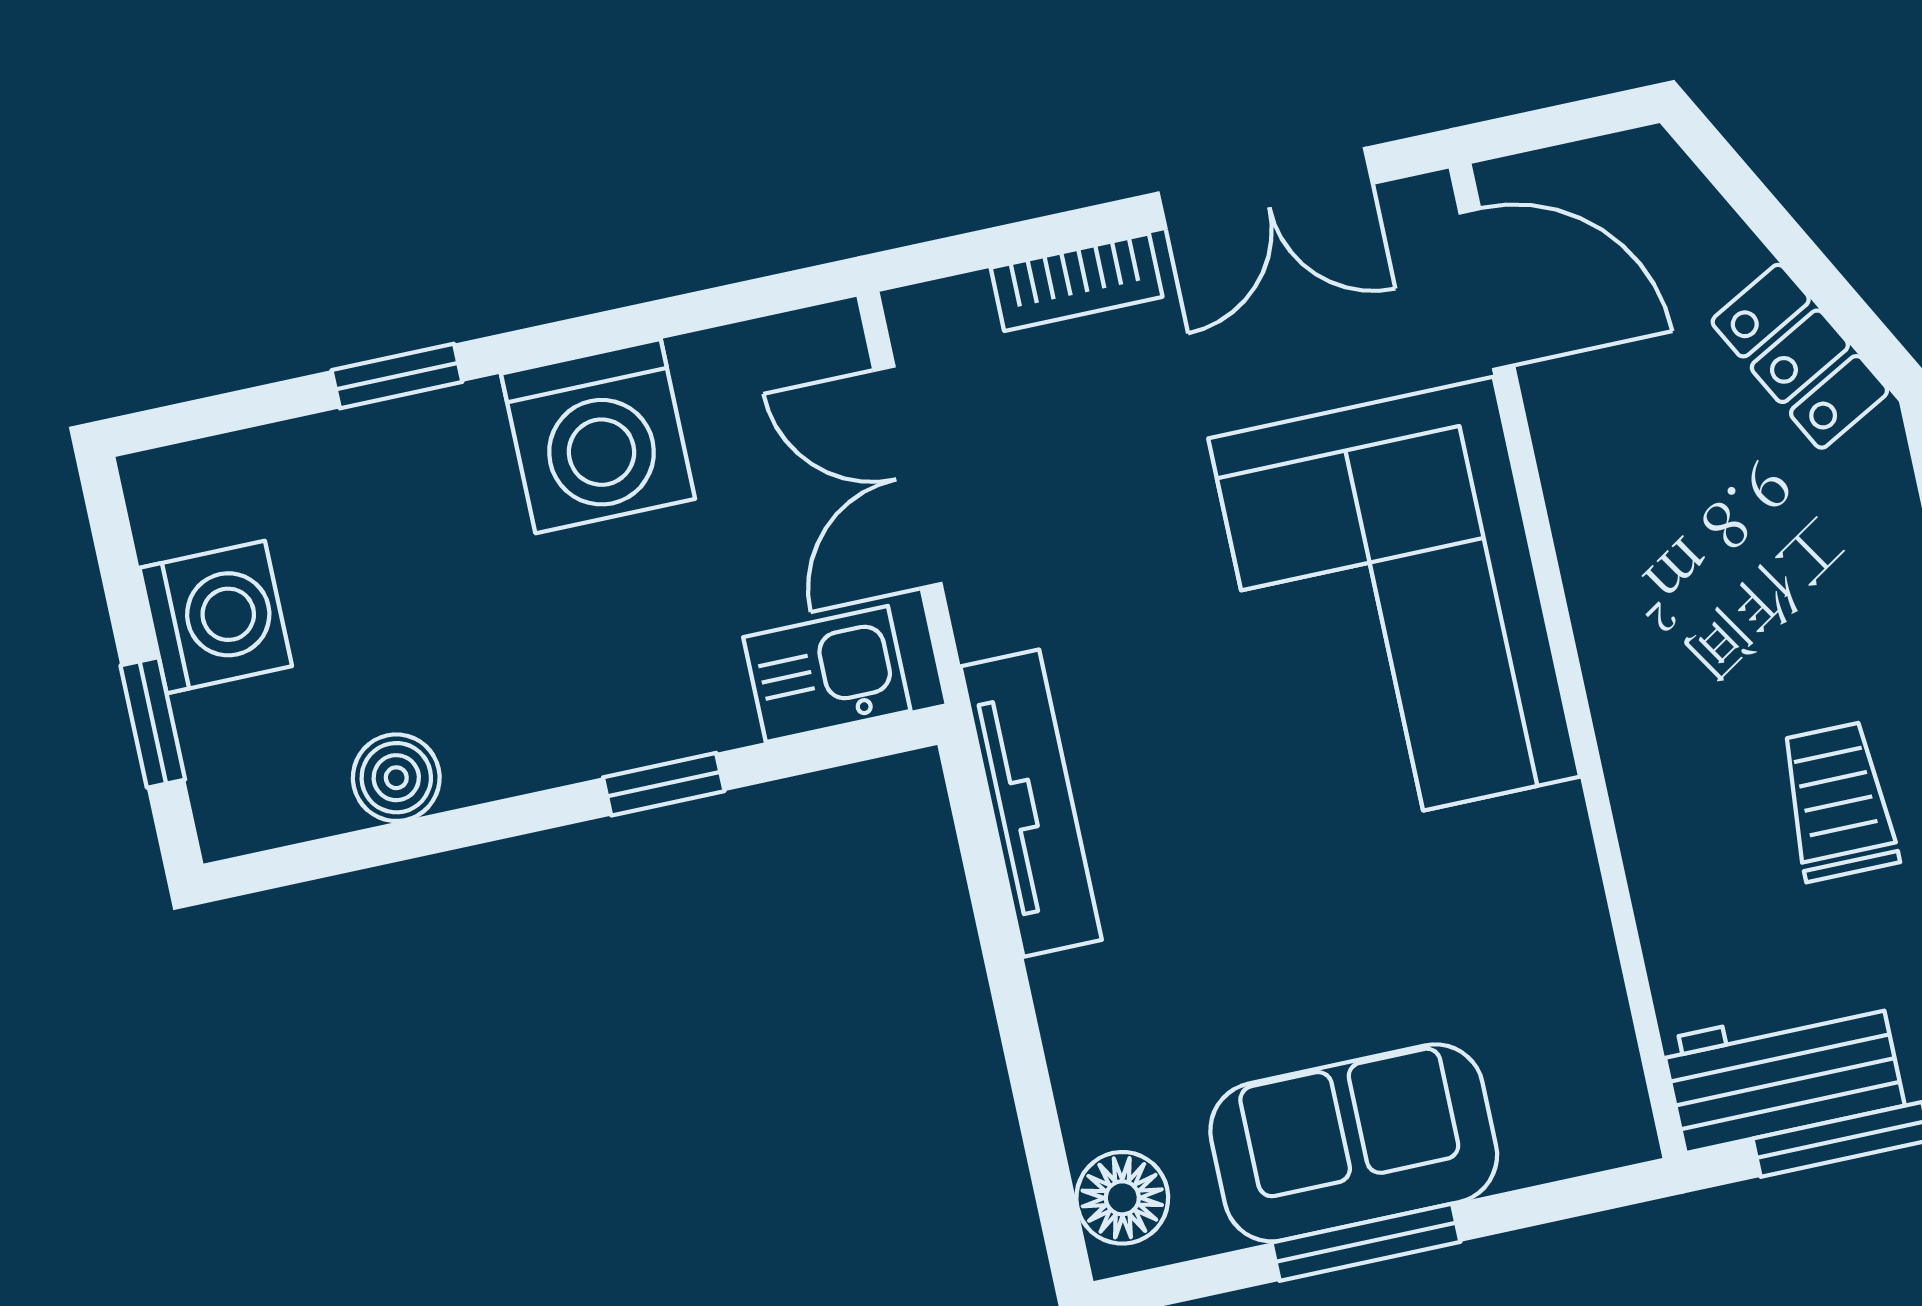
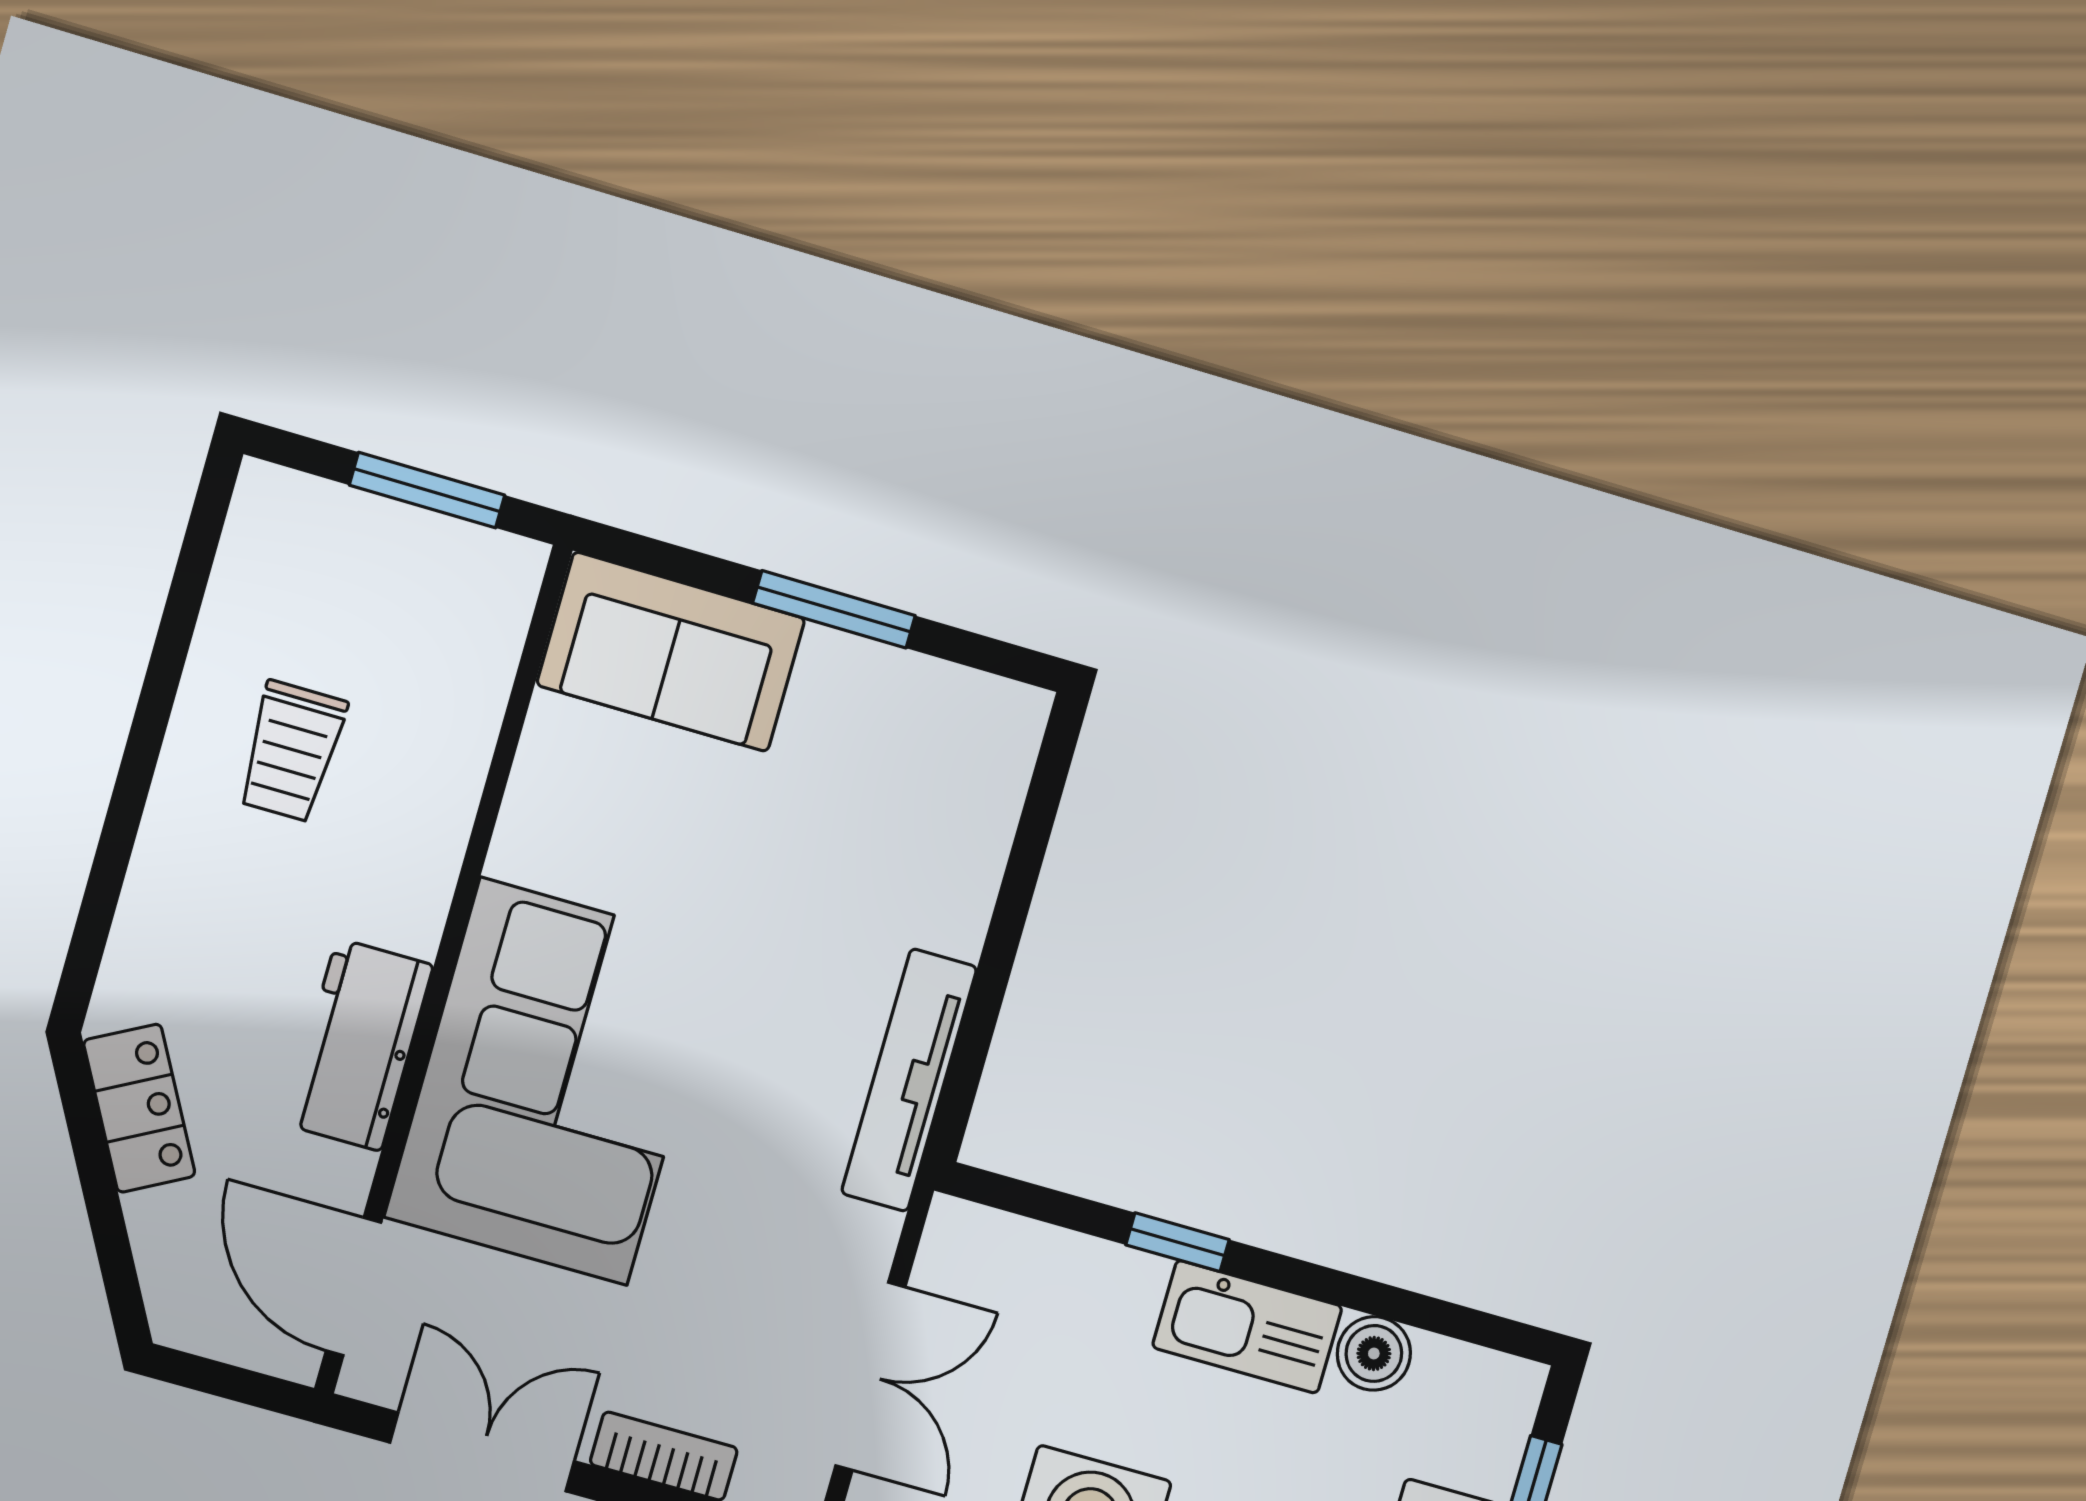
kitchen sink: (827, 674) -> (1247, 1327), moved, width x1.38
workbench: (1783, 1073) -> (359, 1045), moved, turned 90
sofa: (1354, 1143) -> (671, 652), moved
floor lamp: (1122, 1198) -> (1001, 744), removed

